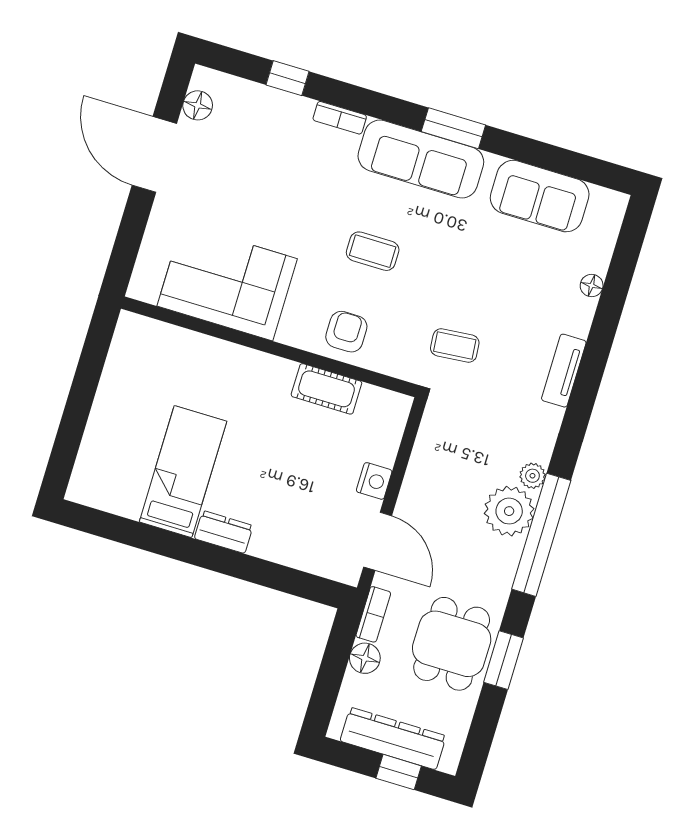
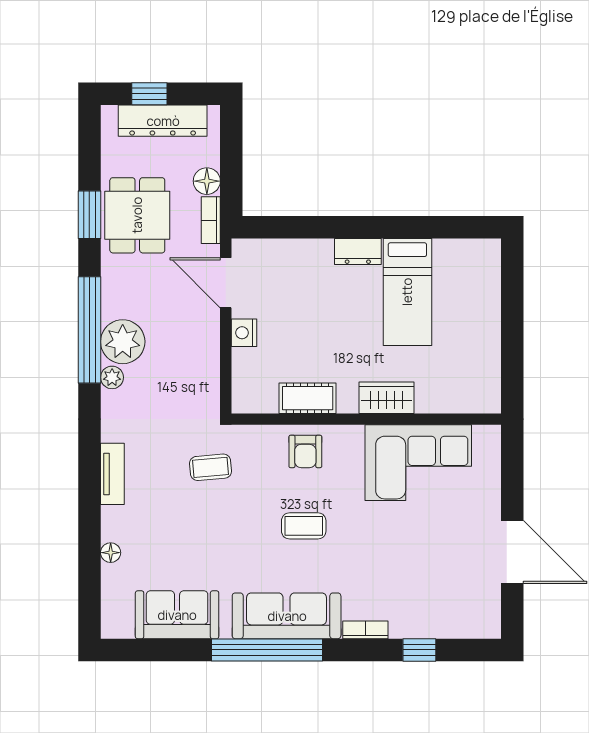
floor lamp: (198, 105) -> (488, 604), removed
window: (453, 128) -> (267, 650), width x2.11
wardrobe: (241, 363) -> (386, 398), added

